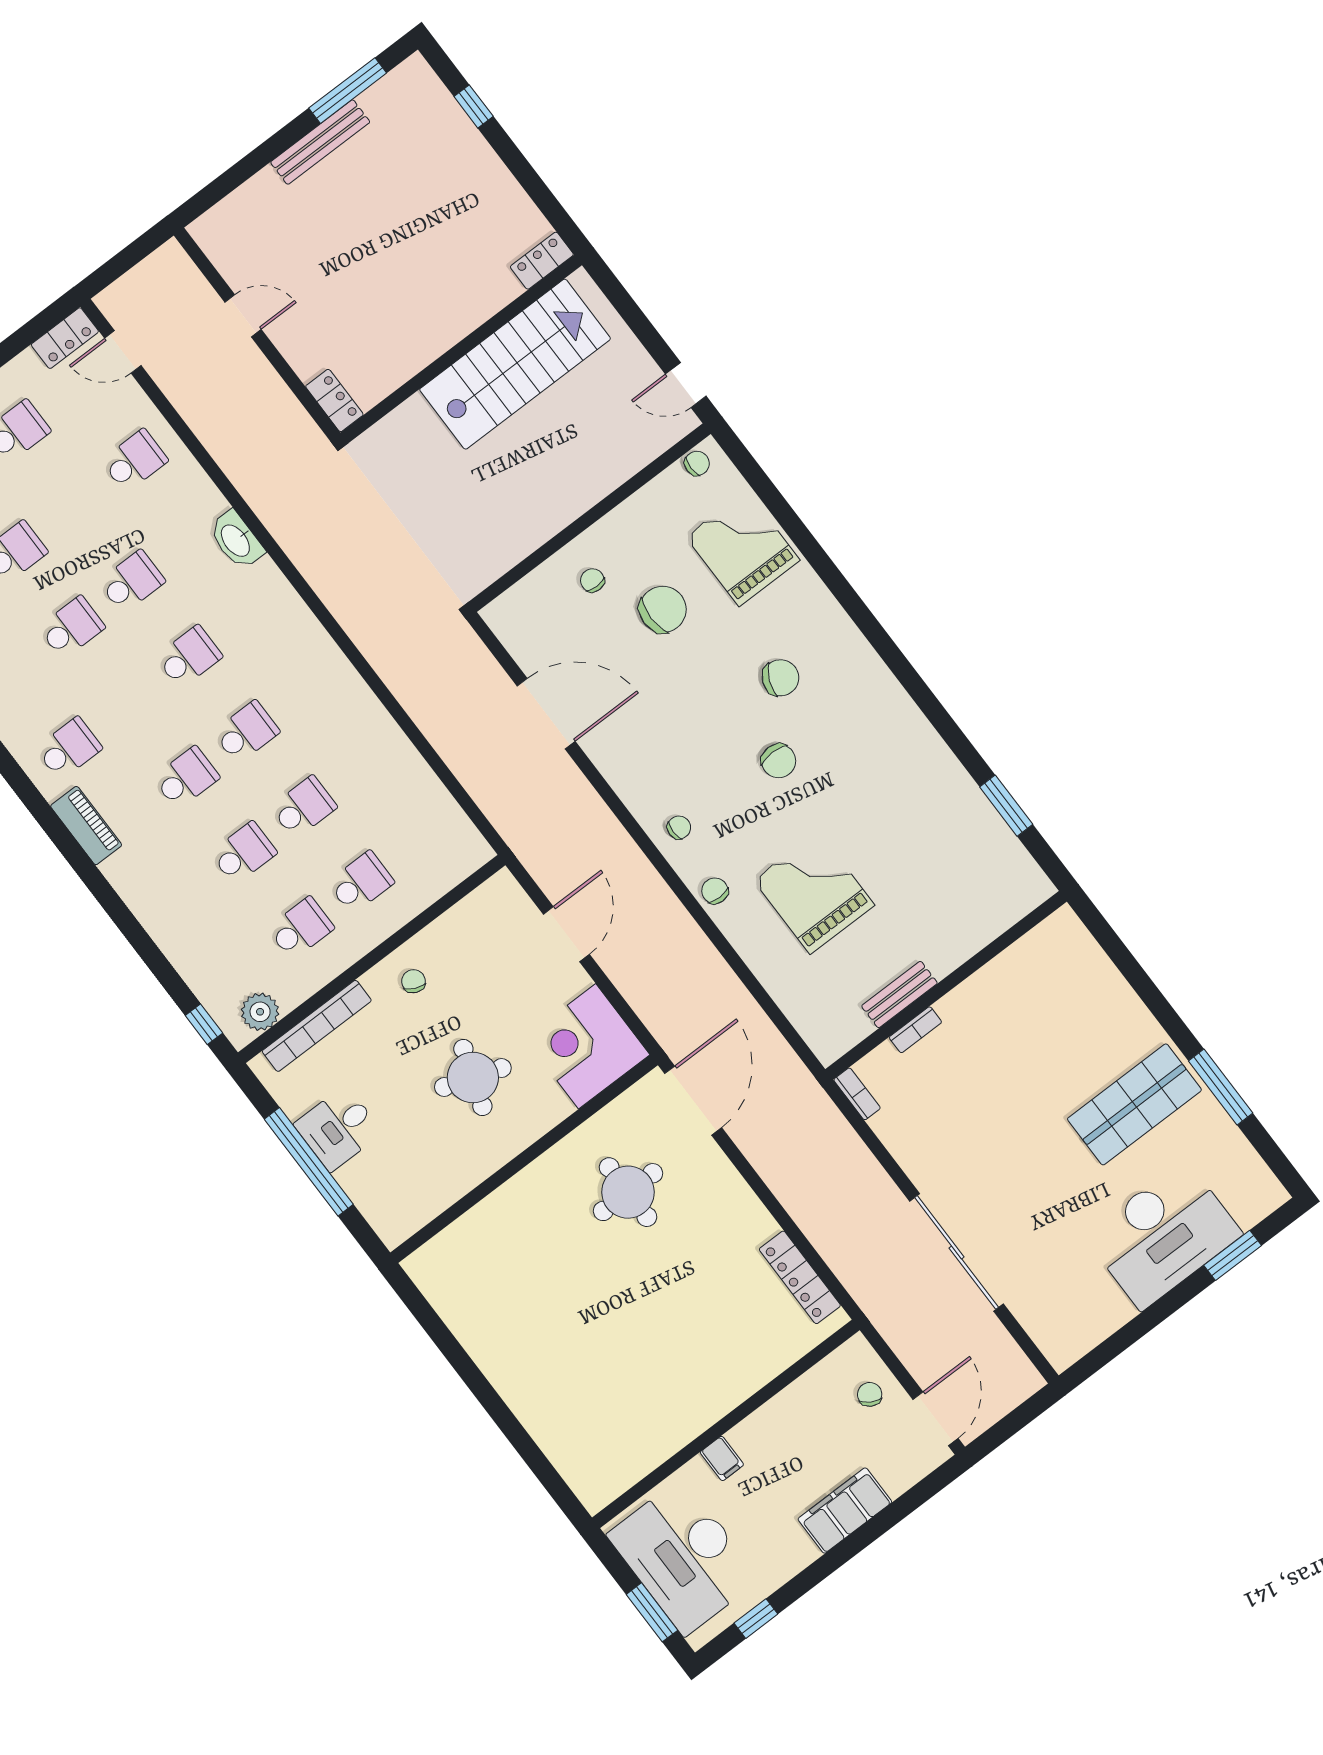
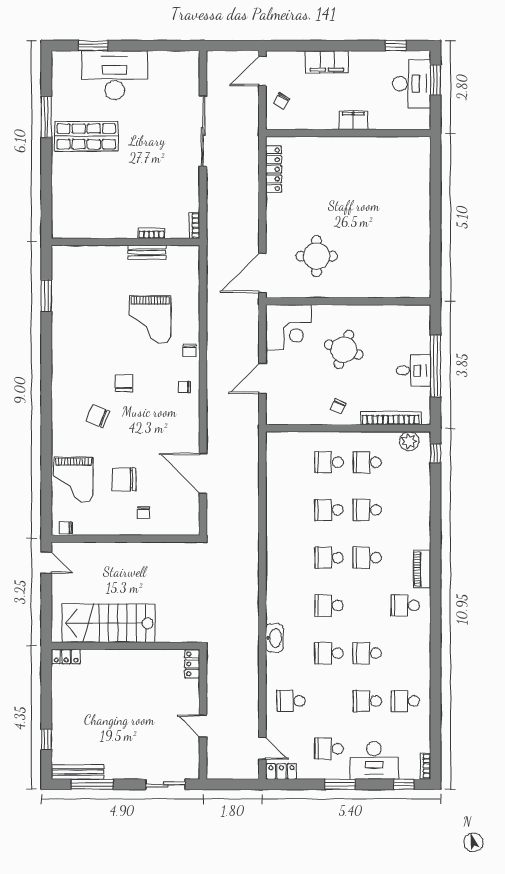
bench: (320, 142) -> (78, 772), moved
sliding door: (232, 179) -> (166, 784), added
filing cabinet: (722, 1458) -> (353, 120), width x2.00
desk: (683, 1557) -> (412, 84), width x0.73, depth x0.77

